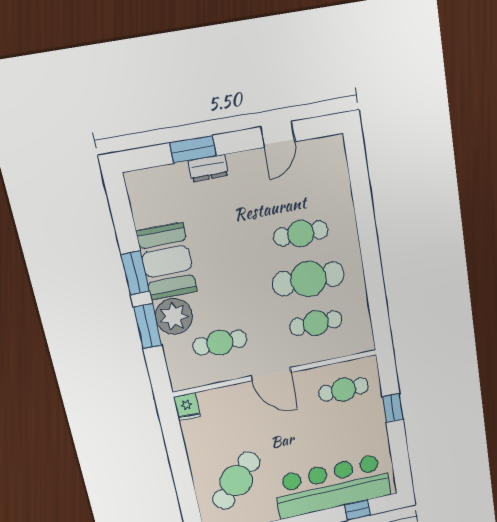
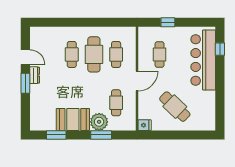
window: (193, 149) -> (25, 83), moved
dresser: (208, 168) -> (35, 75), moved
window: (135, 273) -> (56, 135), moved
cafe table: (344, 389) -> (160, 54), moved
cafe table: (236, 481) -> (175, 107), moved

